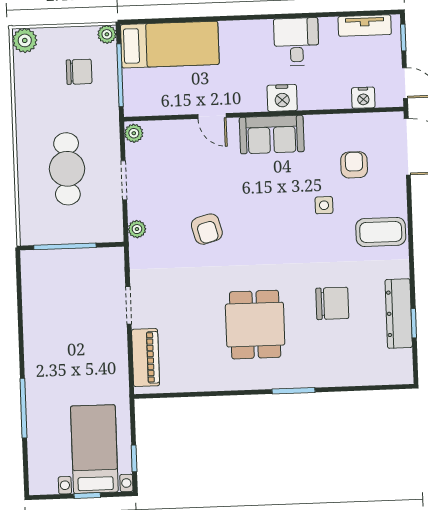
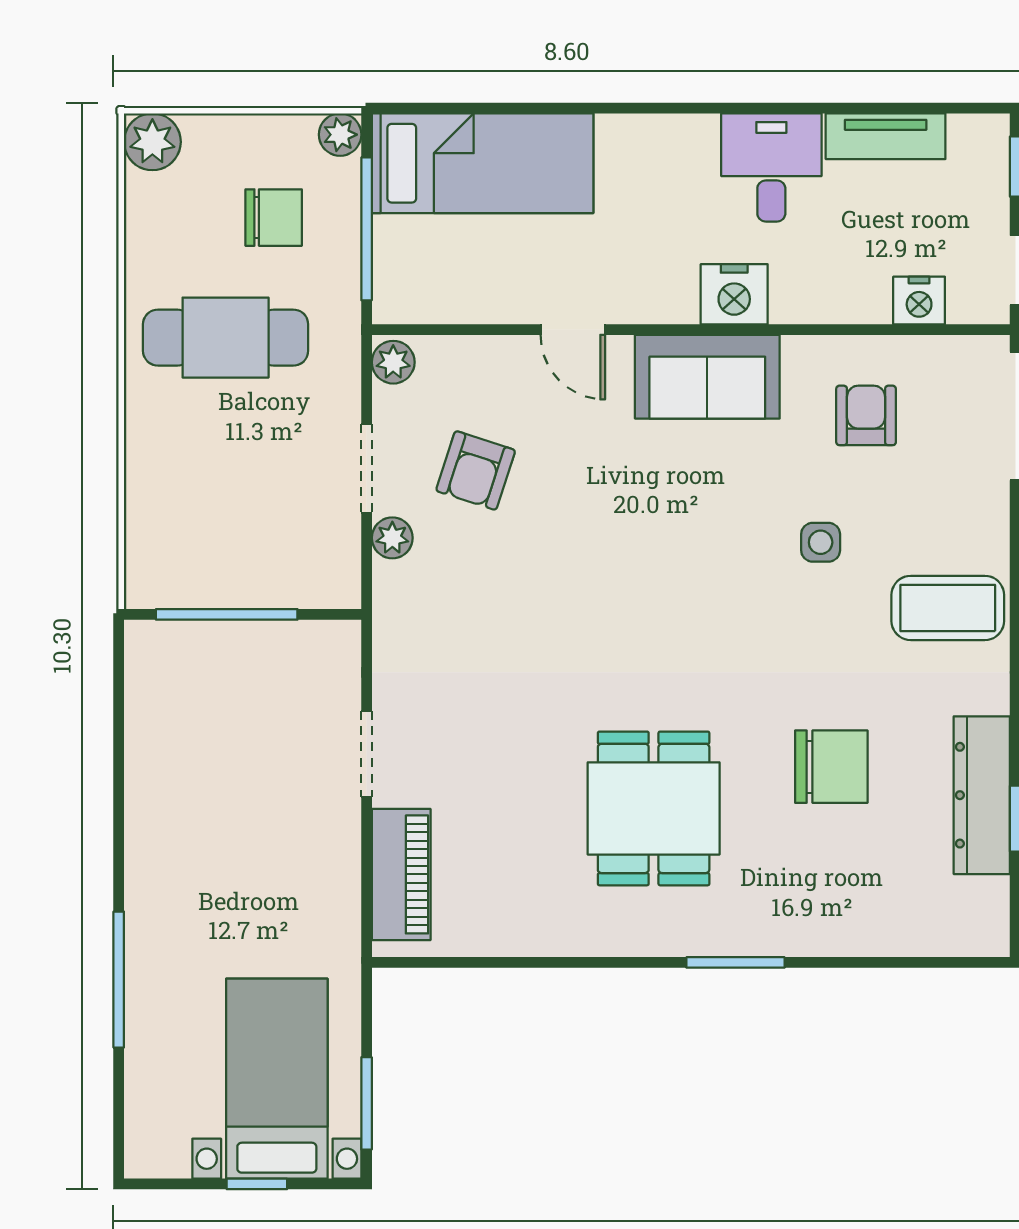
tv unit: (365, 26) -> (886, 136), moved
armchair: (354, 165) -> (866, 415), moved
cafe table: (67, 169) -> (226, 338), moved, turned 90
plant: (137, 229) -> (392, 538), moved
armchair: (207, 229) -> (476, 470), moved, turned 33
window: (134, 458) -> (367, 1103), width x1.50

